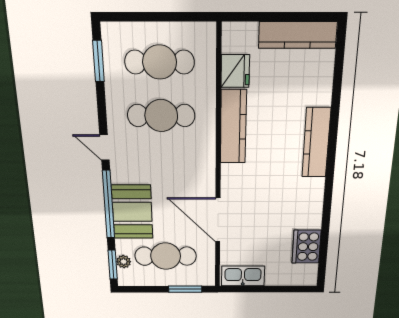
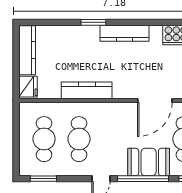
fridge: (235, 71) -> (28, 87), moved, turned 90
window: (333, 136) -> (93, 22), added
kitchen counter: (316, 143) -> (125, 33), moved

